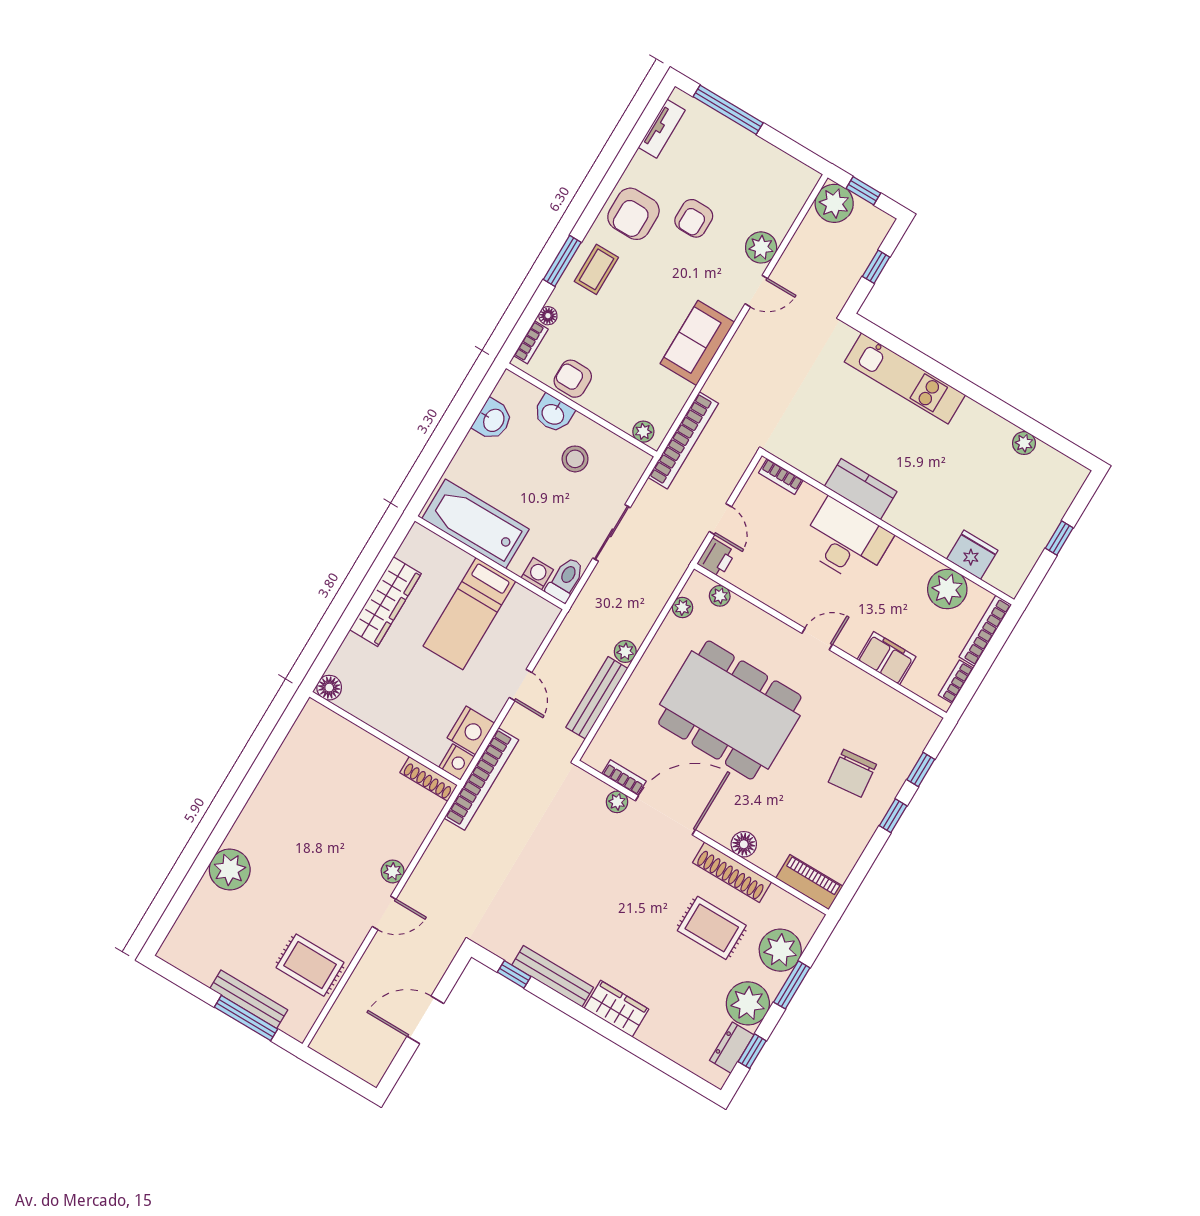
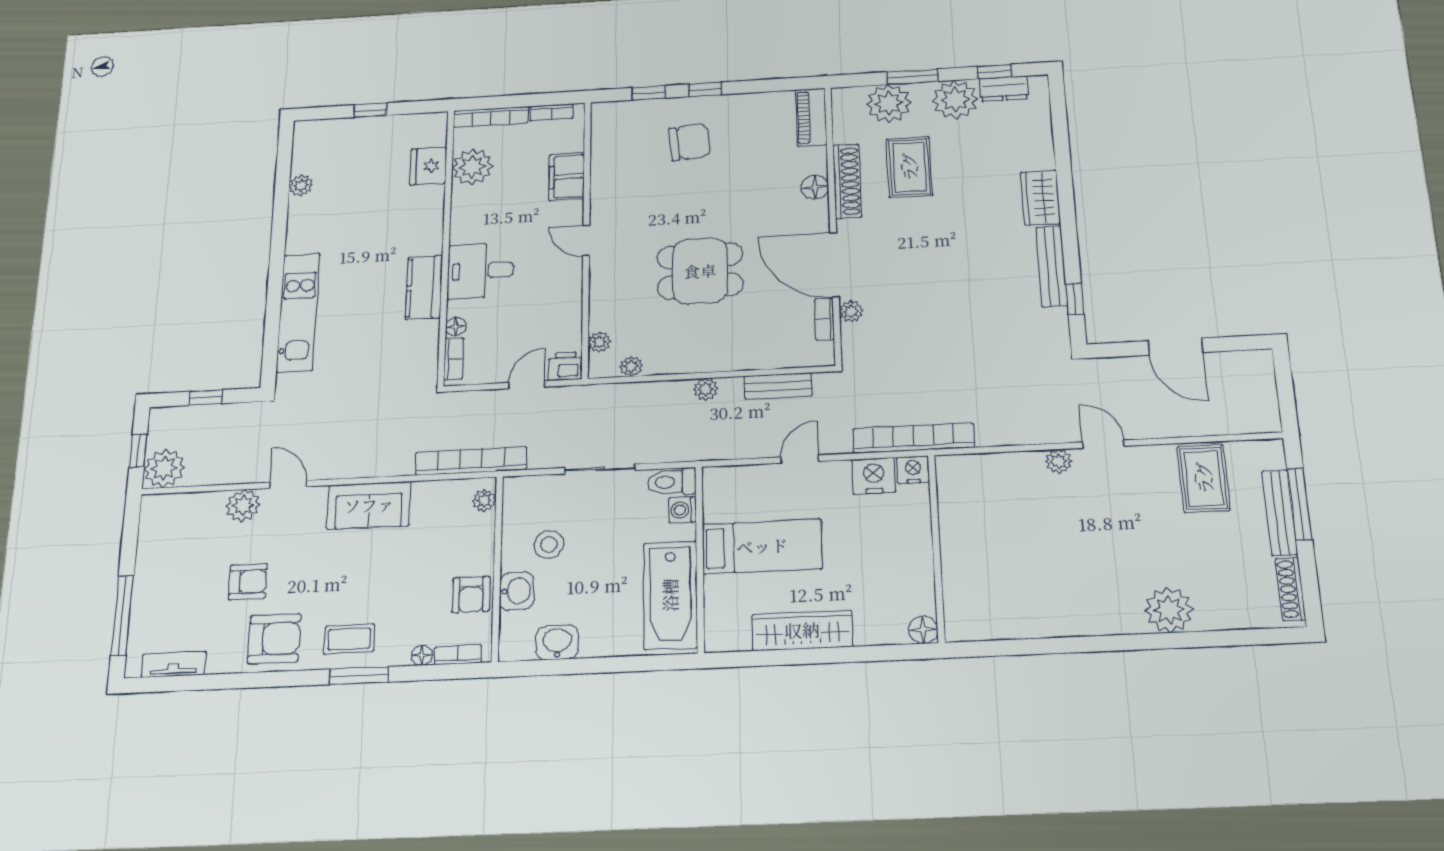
floor lamp: (809, 494) -> (456, 327), added
desk: (846, 541) -> (480, 271), width x0.73
bench: (597, 698) -> (778, 386), width x0.73
dining table: (730, 710) -> (700, 271), width x0.53, depth x0.80
shoe rack: (429, 779) -> (1291, 589), moved, turned 180

